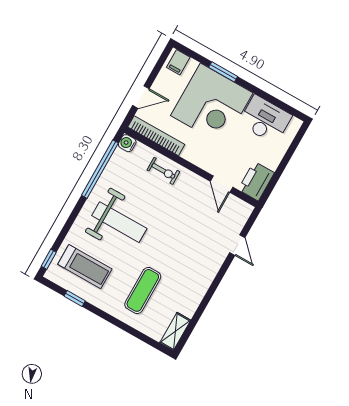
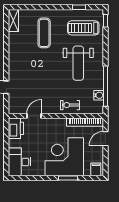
desk: (265, 120) -> (19, 162), moved, turned 90
water cooler: (127, 143) -> (99, 95), moved
door: (222, 184) -> (34, 116), hinge flipped
weight bench: (119, 222) -> (78, 63), turned -90

